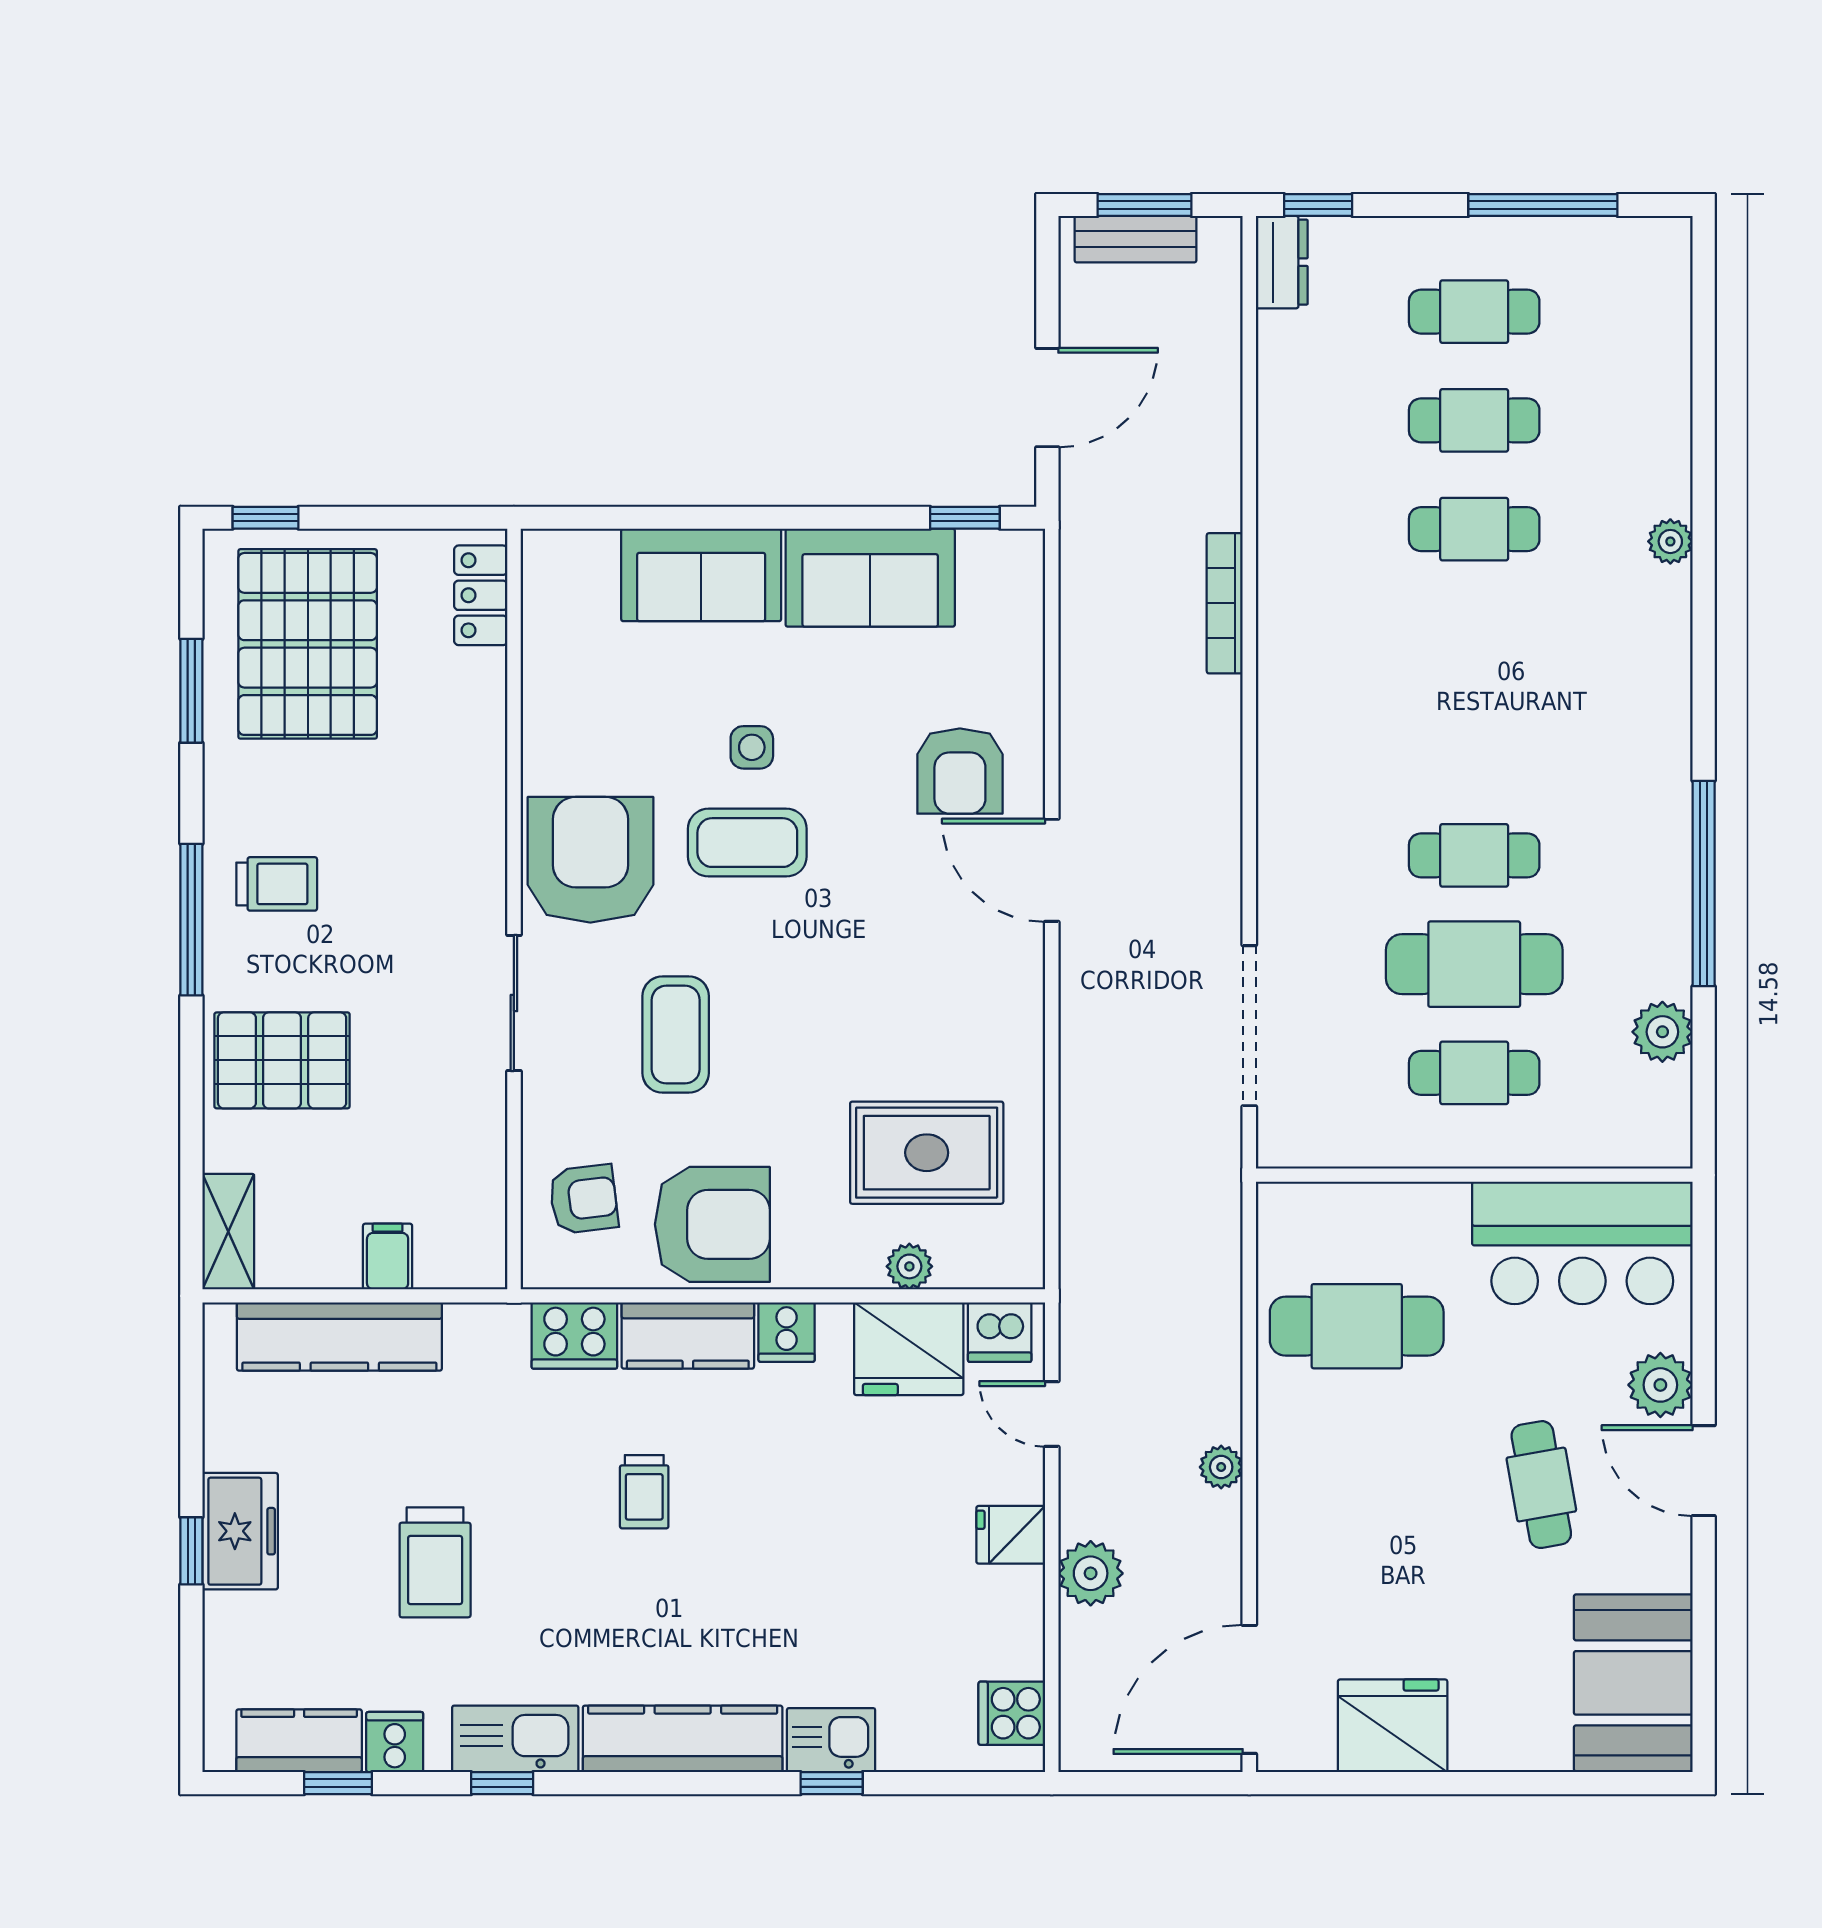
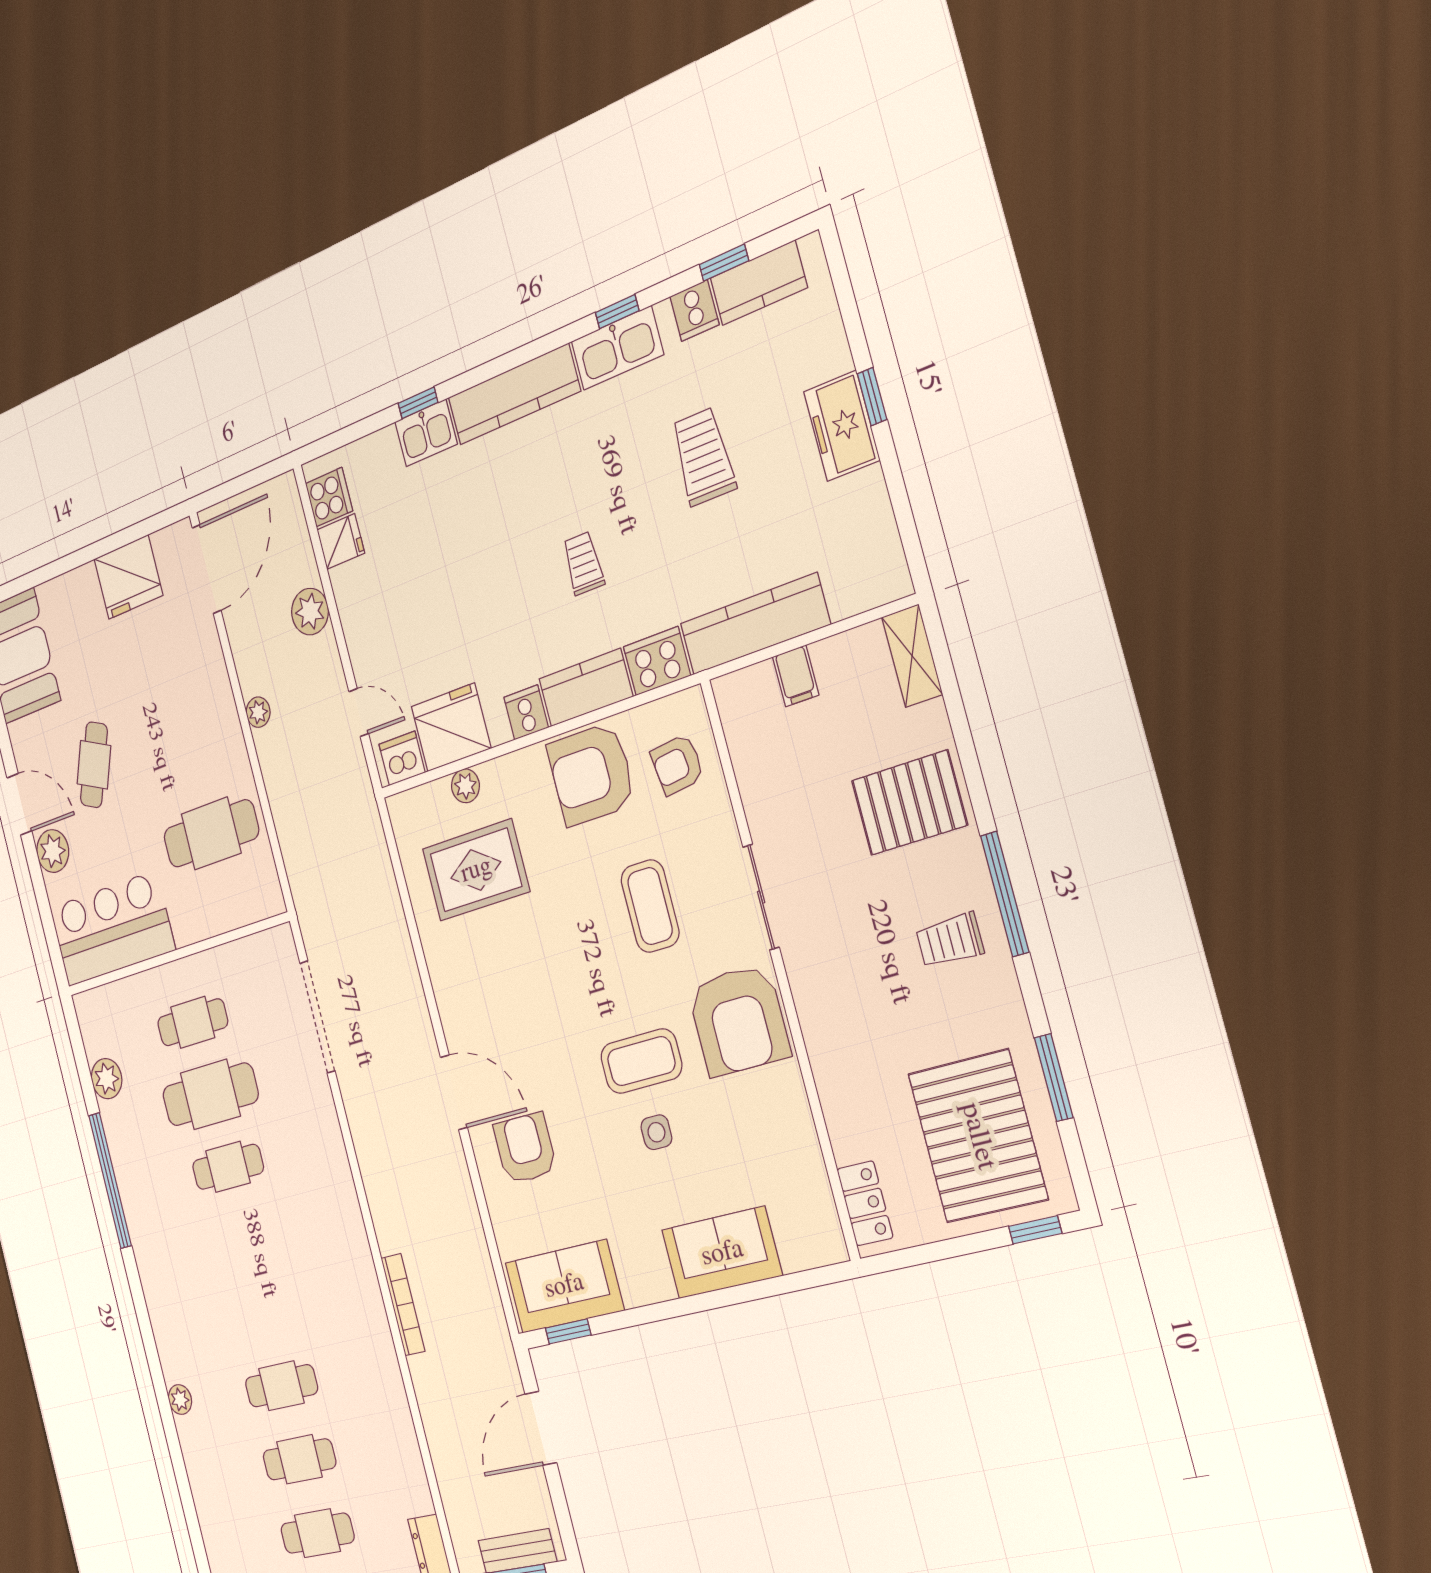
sofa: (870, 578) -> (564, 1286), moved
kitchen counter: (339, 1337) -> (755, 624), moved
cafe table: (1541, 1485) -> (94, 765), turned 34
fridge: (1011, 1535) -> (341, 541), moved

